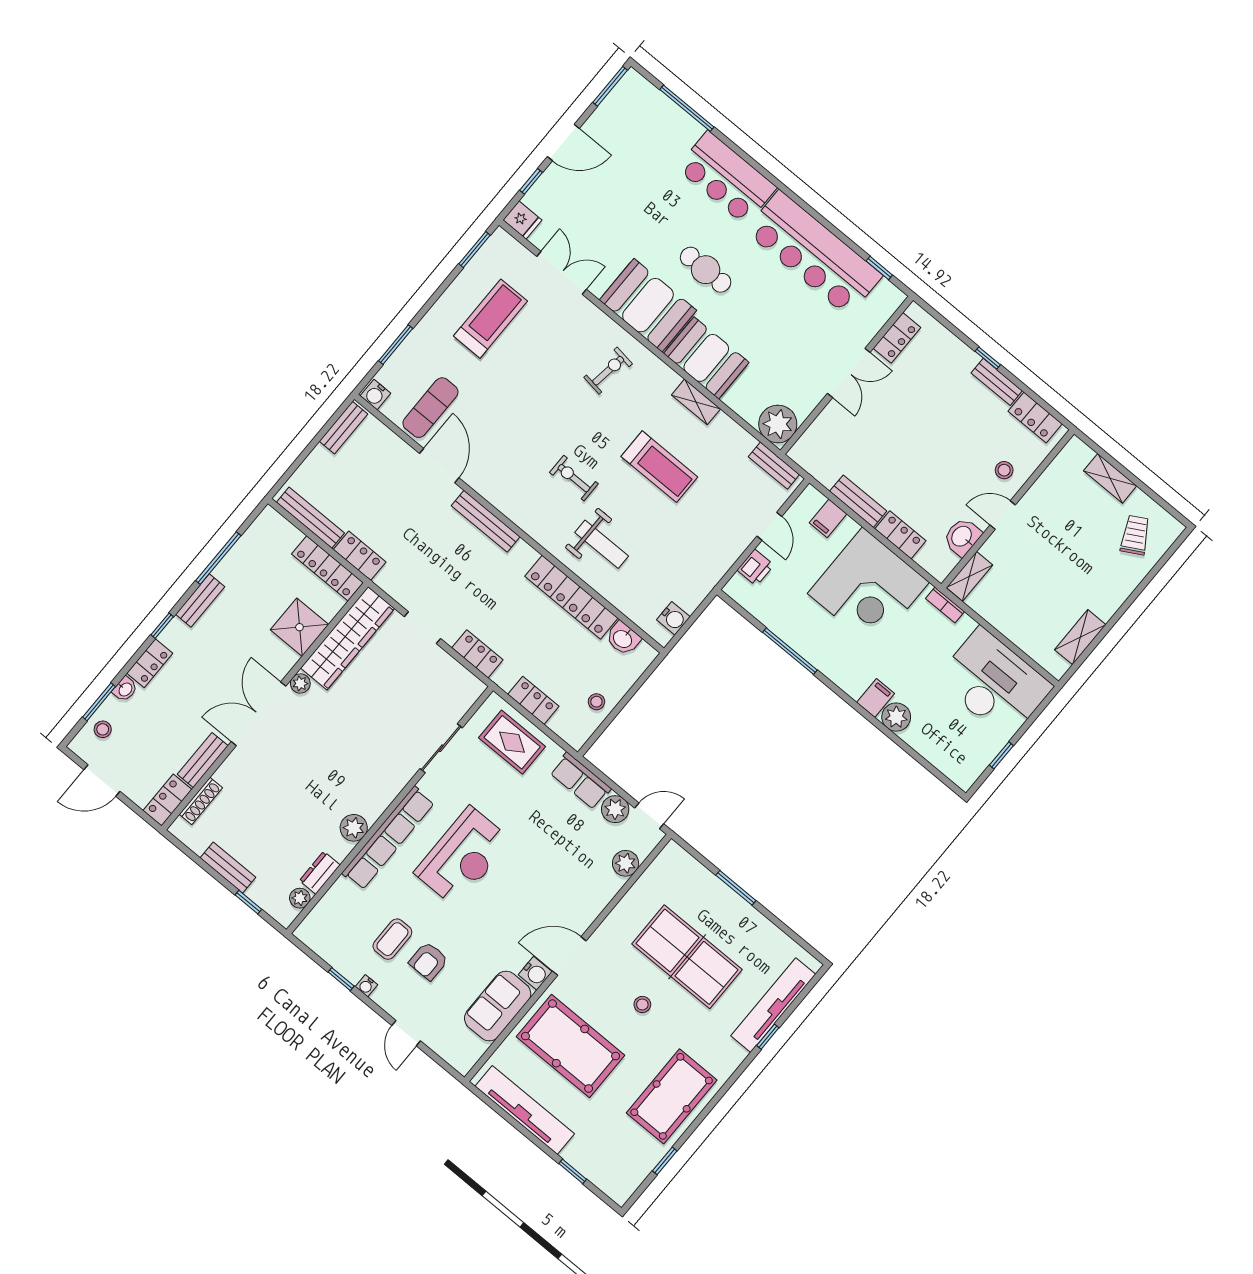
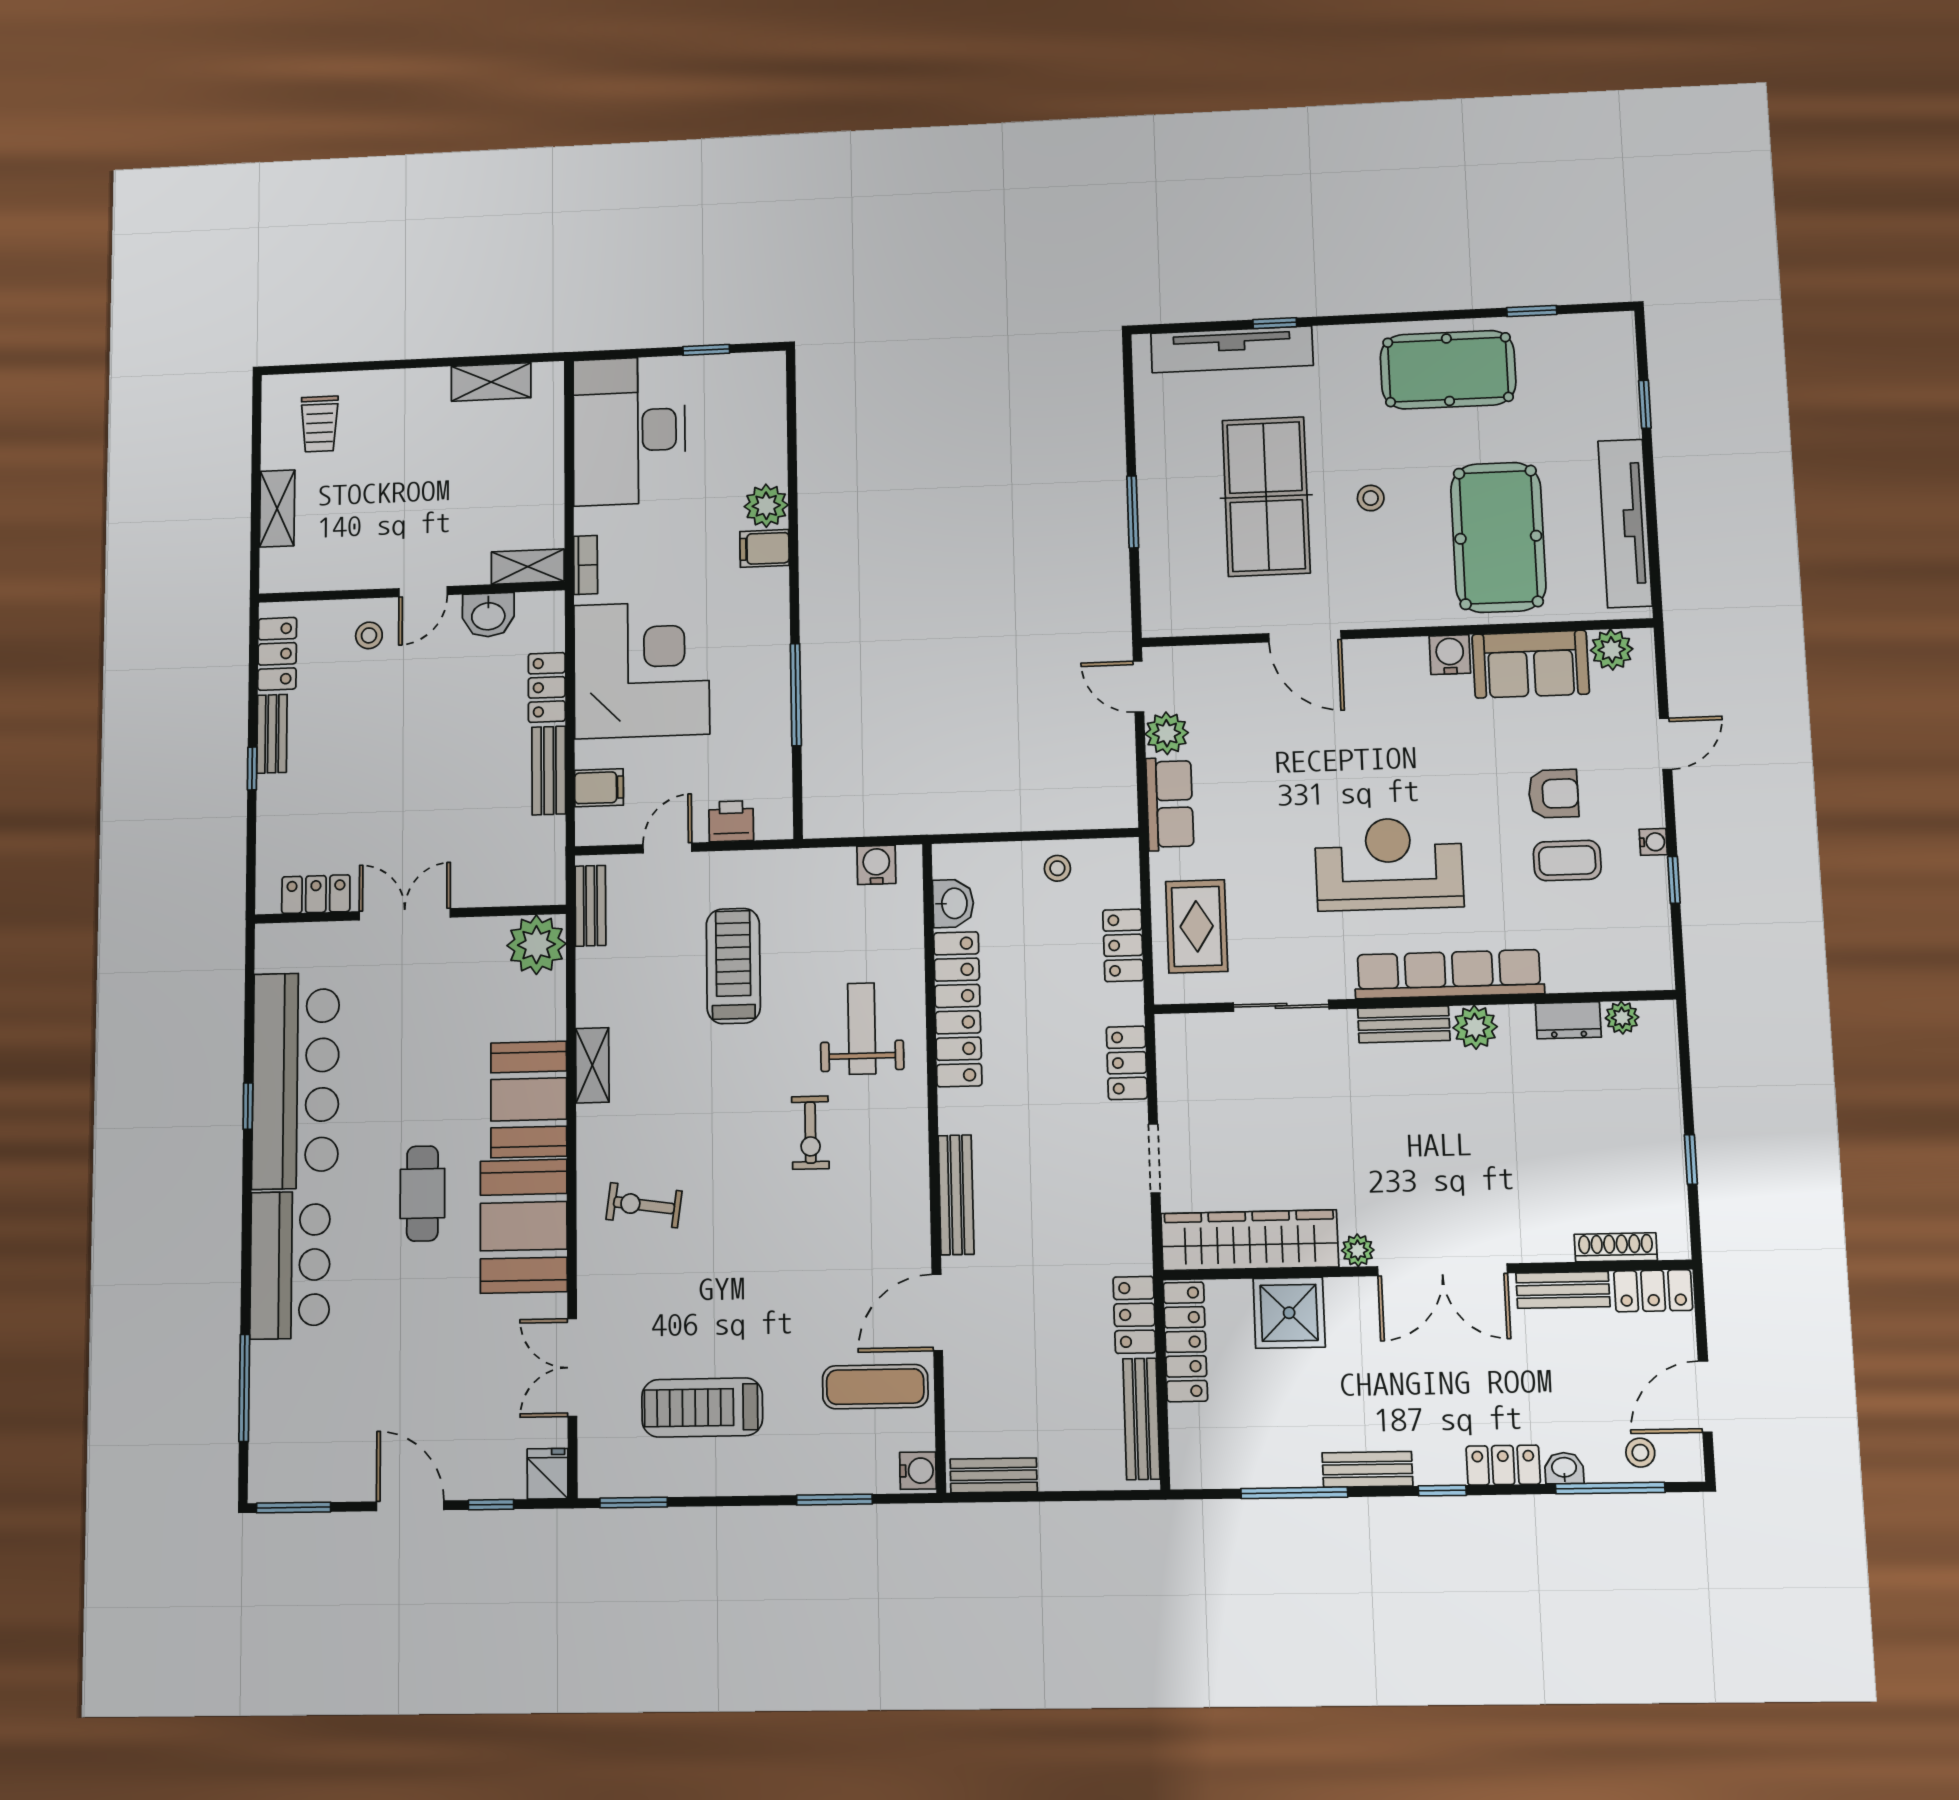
window: (879, 268) -> (248, 1106), moved
treadmill: (659, 467) -> (733, 966), moved
door: (1003, 515) -> (423, 592), hinge flipped
trolley: (1135, 535) -> (320, 424), turned -61
window: (99, 702) -> (1610, 1488), width x1.44
door: (102, 781) -> (1705, 1397), swing flipped
plant: (626, 863) -> (1612, 650), moved
bench: (228, 868) -> (1404, 1024), moved, turned 90
window: (248, 902) -> (1691, 1159), moved
door: (569, 956) -> (1305, 636), moved

